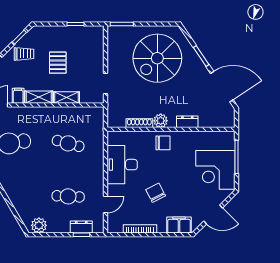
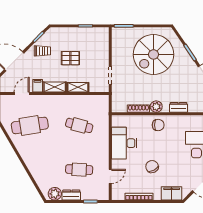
pallet: (58, 63) -> (70, 58), turned 90
dresser: (81, 227) -> (71, 195), moved

